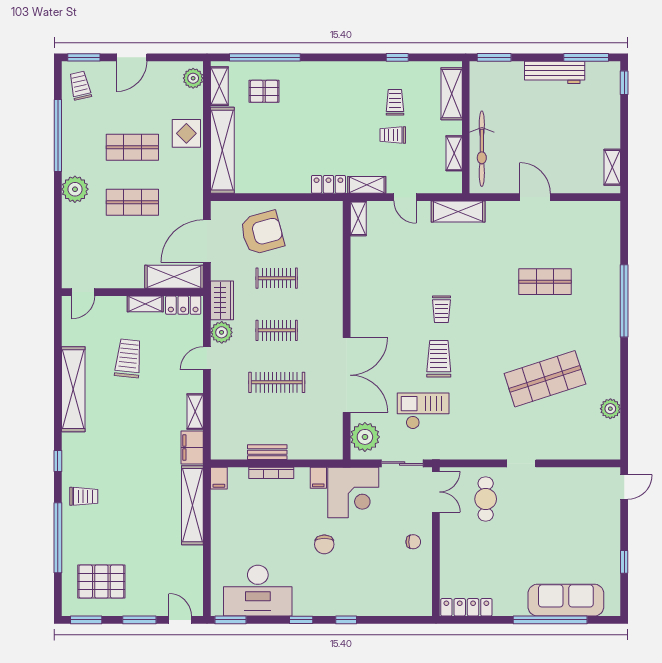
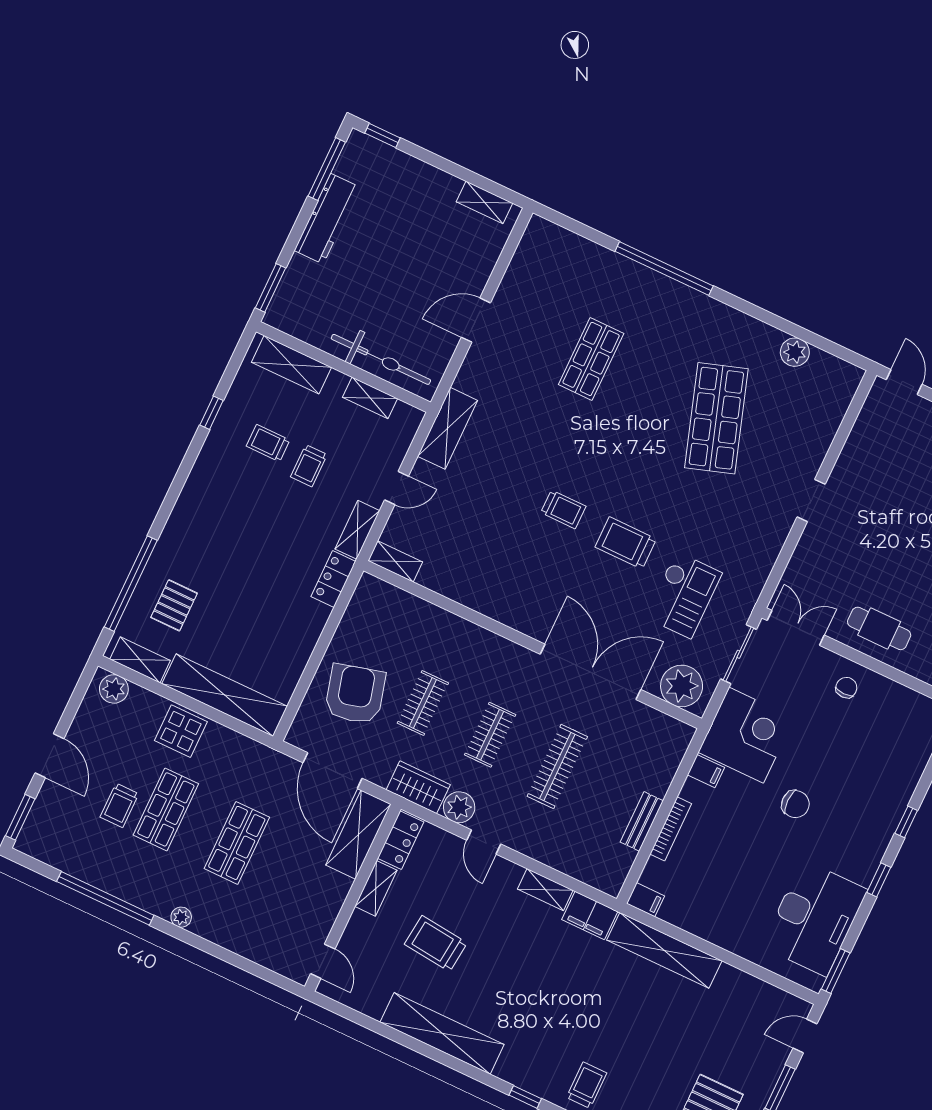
trolley: (80, 86) -> (119, 805), moved, turned -77
plant: (75, 189) -> (181, 917), width x0.53, depth x0.53
checkout: (423, 411) -> (683, 595), turned 180
cafe table: (486, 499) -> (879, 628), moved

